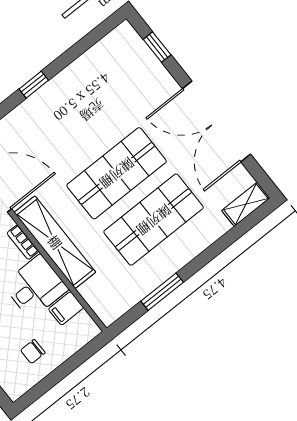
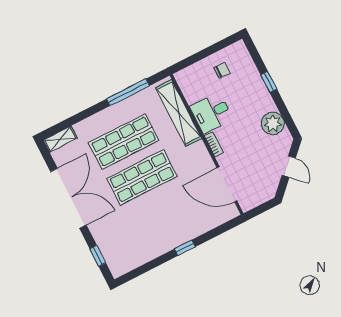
shelving: (55, 242) -> (179, 113), moved
window: (162, 292) -> (128, 92), width x1.44
filing cabinet: (66, 308) -> (194, 94), removed

